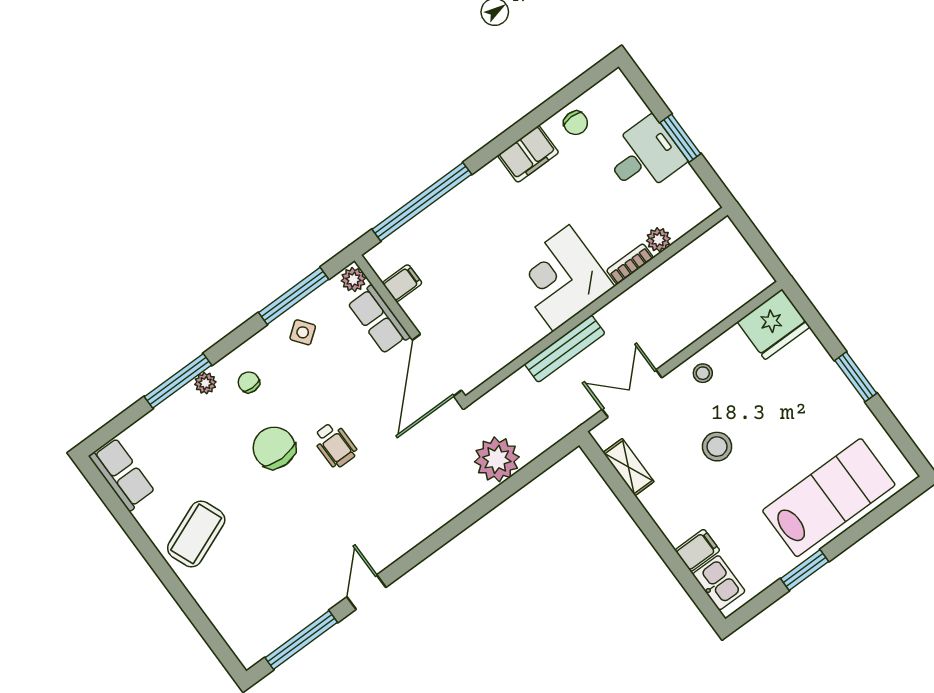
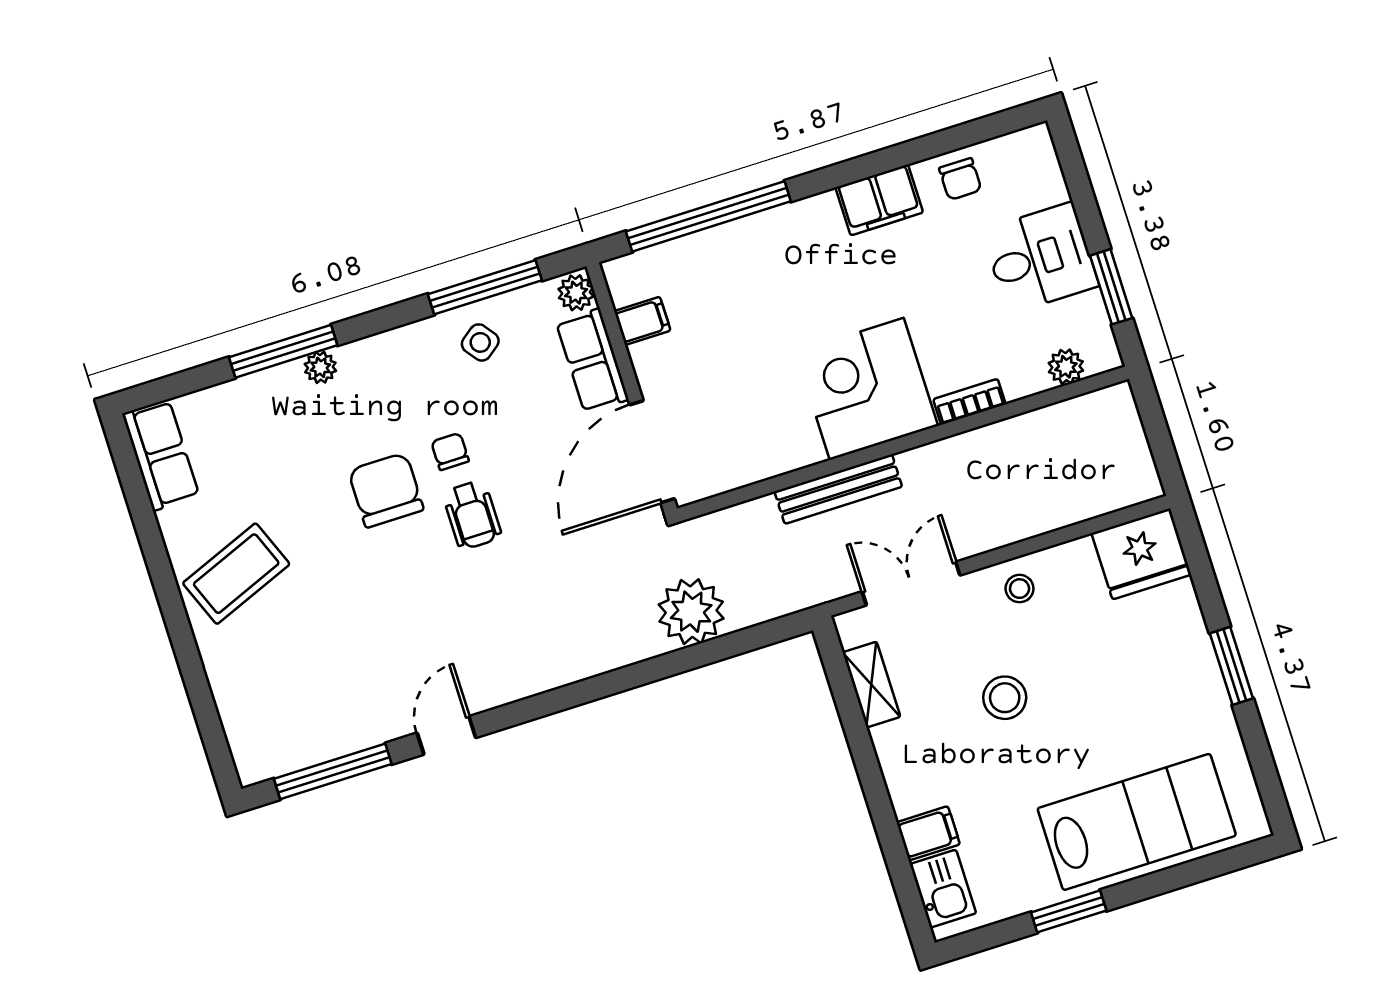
window: (680, 138) -> (1111, 287), moved
plant: (658, 240) -> (1066, 367), moved
chair: (249, 382) -> (450, 451), moved

